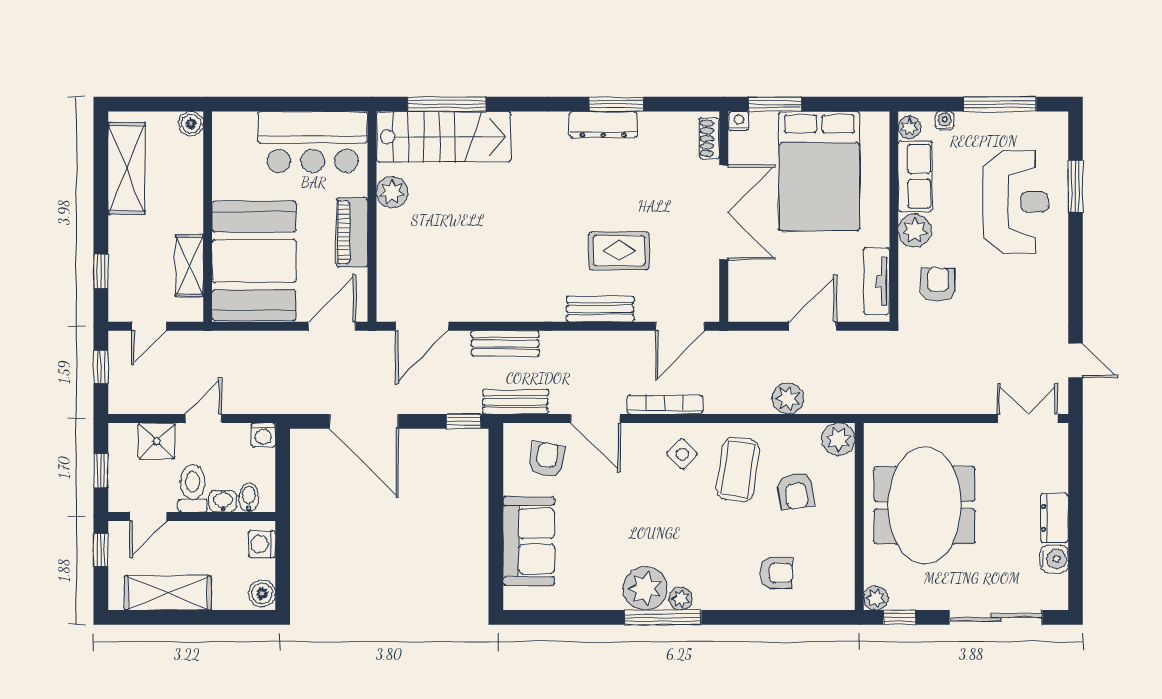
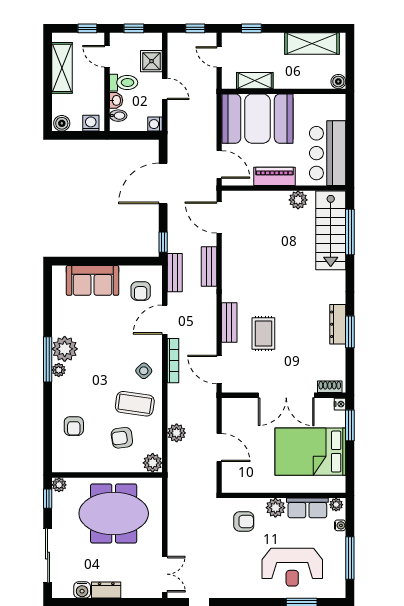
tv unit: (877, 281) -> (246, 485), removed
armchair: (547, 459) -> (141, 291), turned 80

